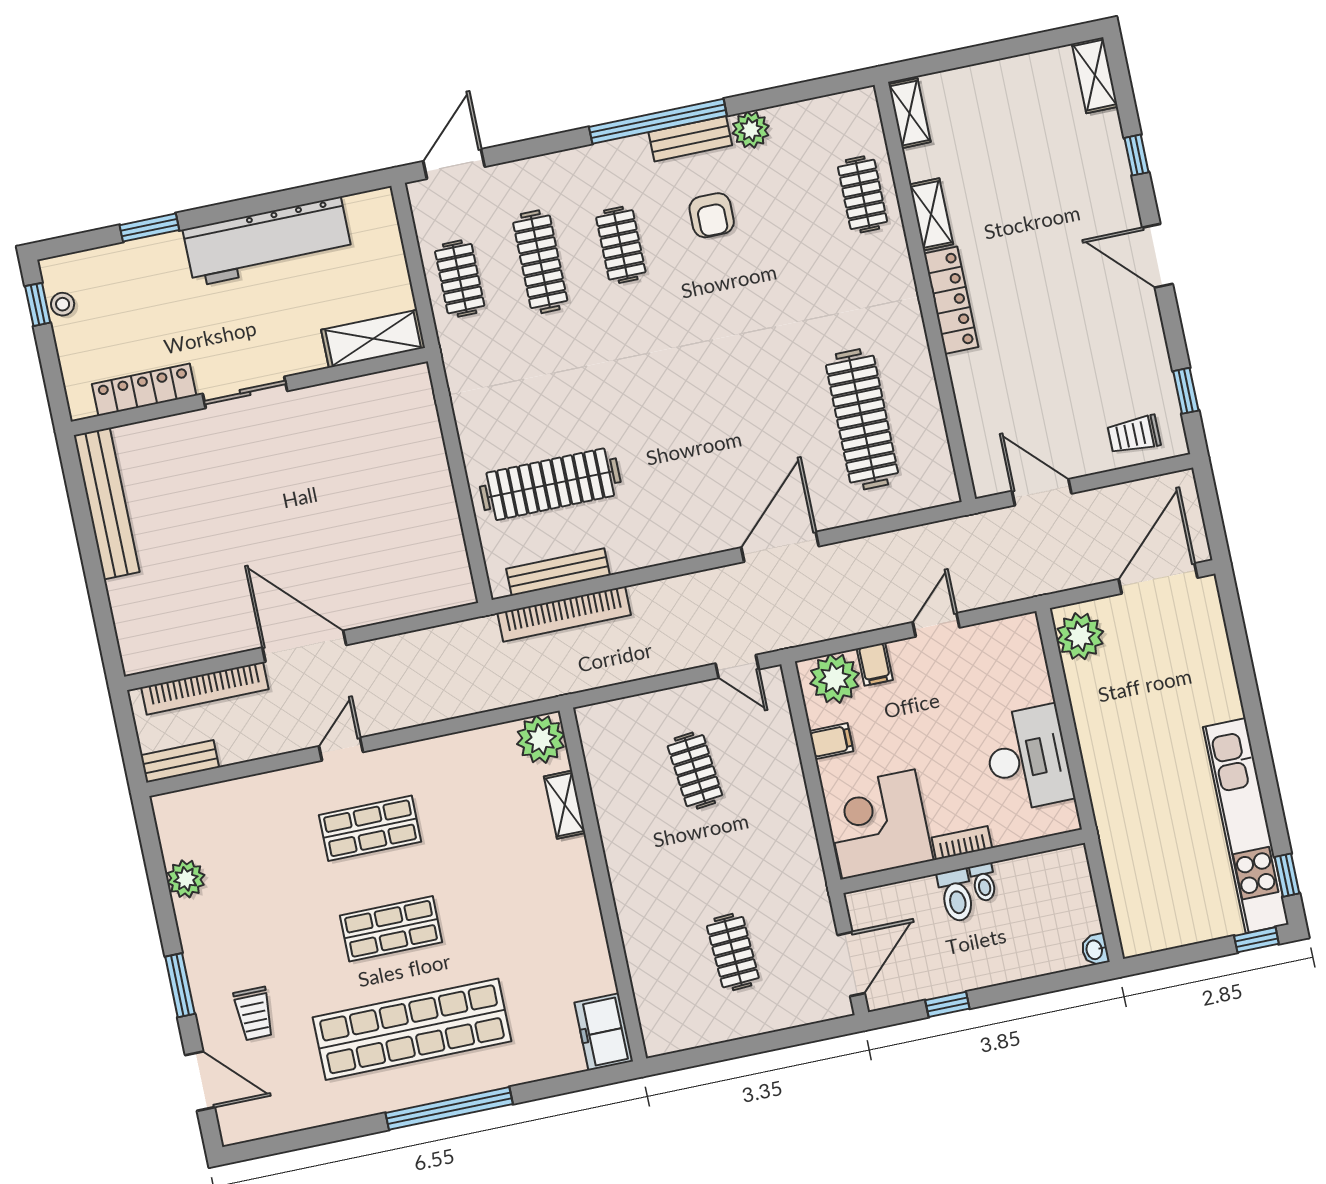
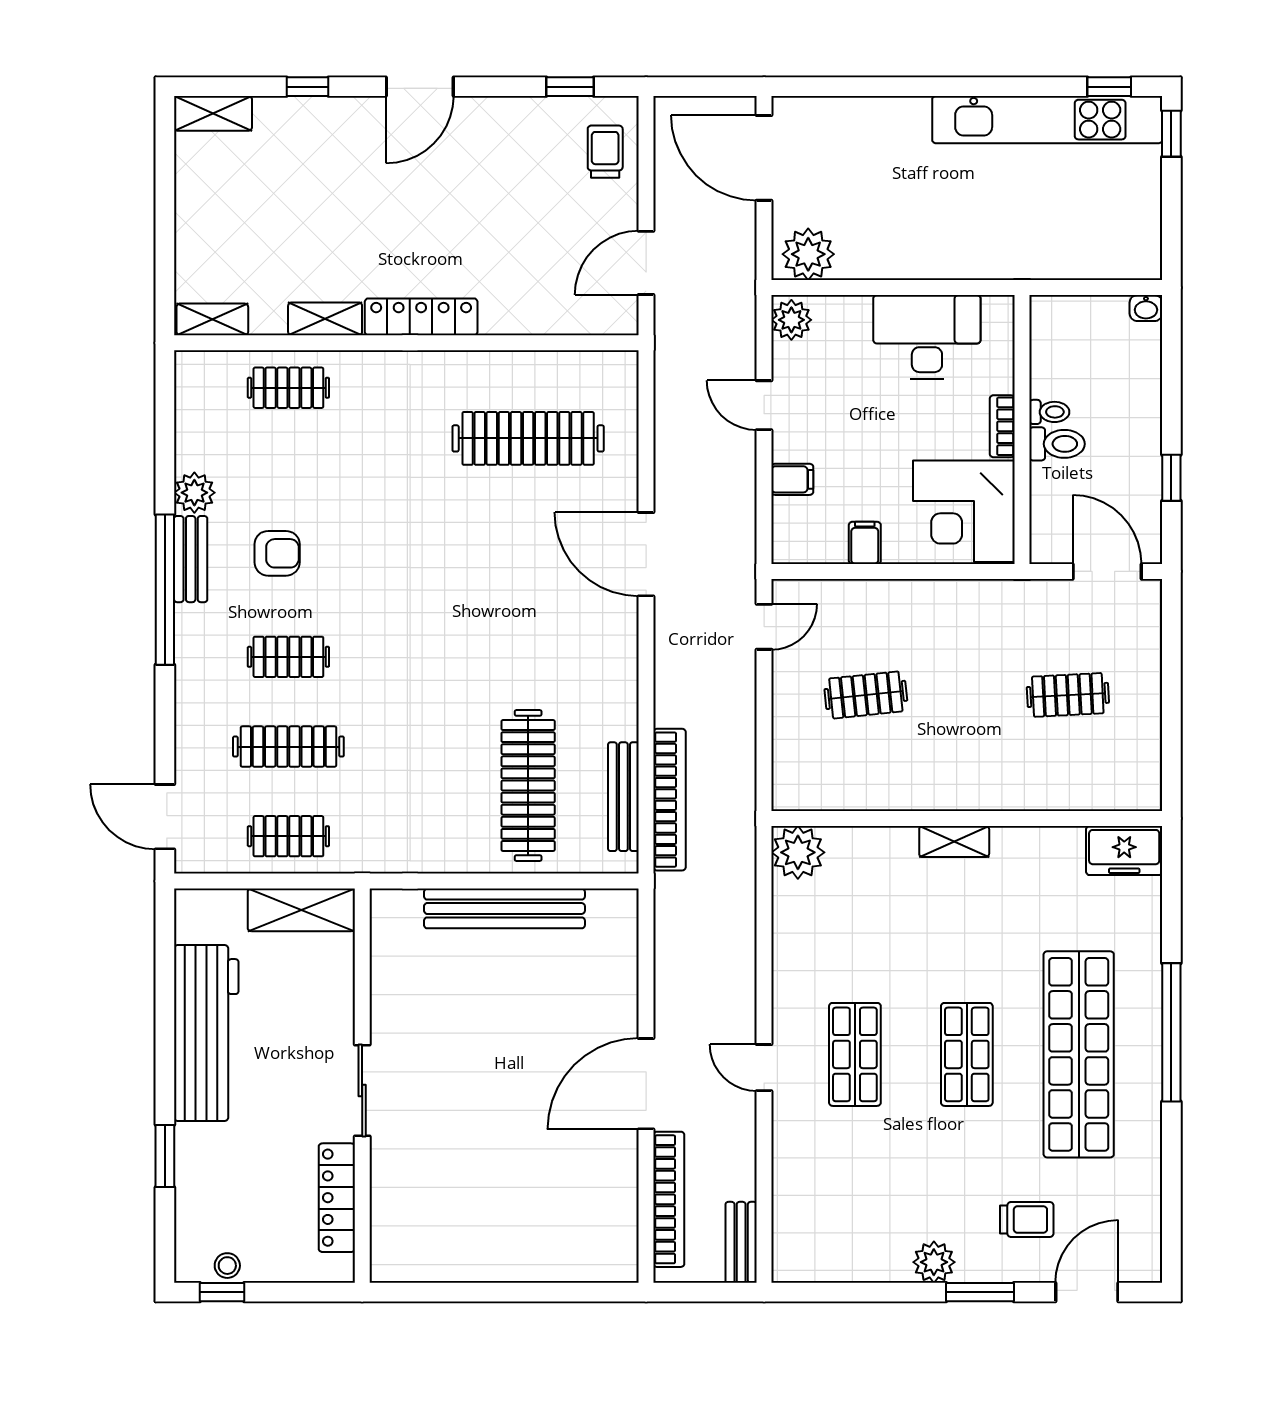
shelving: (373, 339) -> (301, 910), moved, turned 90
trolley: (1134, 435) -> (605, 152), turned 180
bench: (107, 504) -> (504, 908), moved
plant: (835, 678) -> (791, 320), moved, width x0.73, depth x0.73
shelving: (565, 805) -> (954, 842), moved
plant: (186, 879) -> (934, 1262), moved

